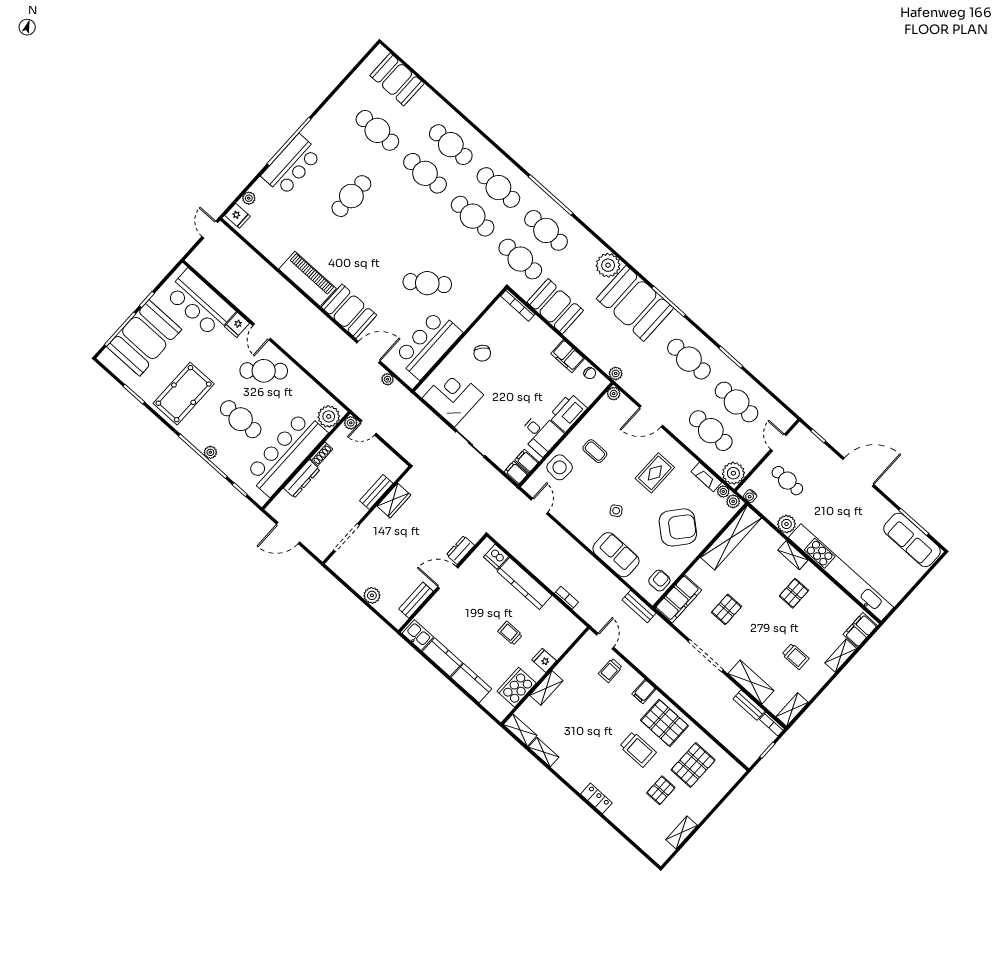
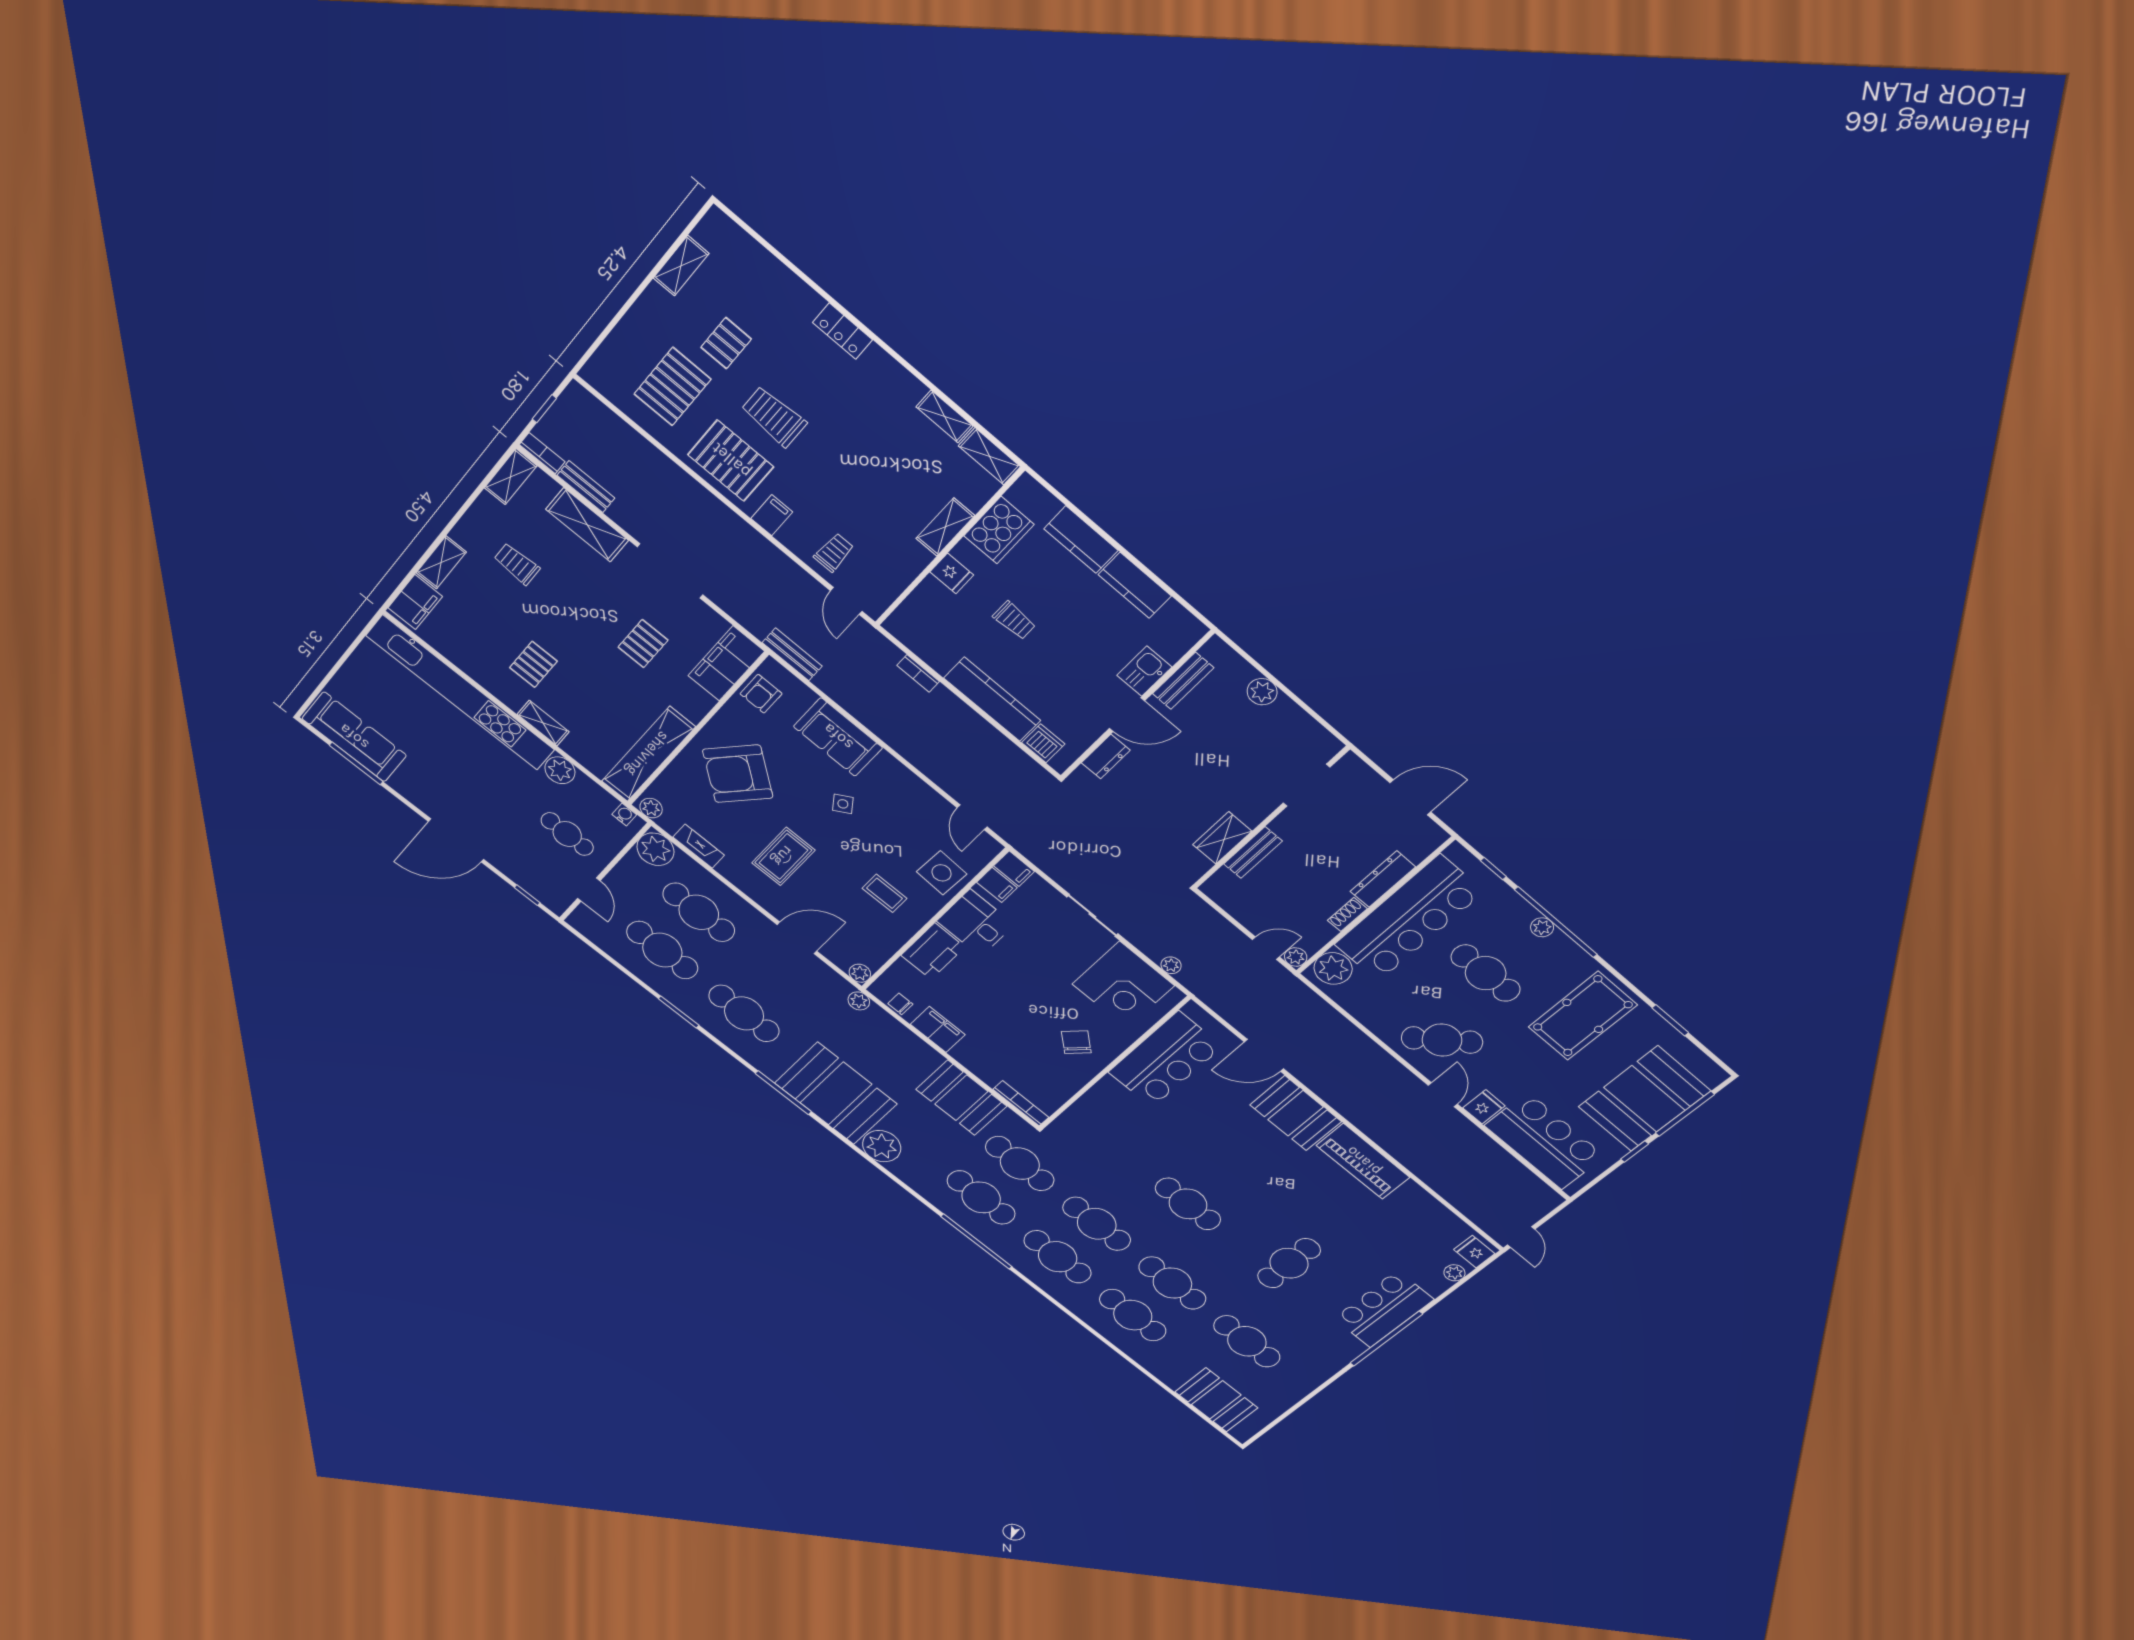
cafe table: (427, 283) -> (1188, 1204), moved, turned 37
plant: (387, 379) -> (1171, 965), moved
plant: (723, 492) -> (669, 823), removed
kitchen sink: (418, 635) -> (1144, 671), moved, turned 90

